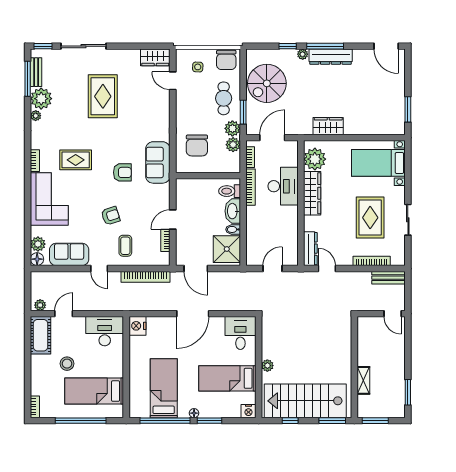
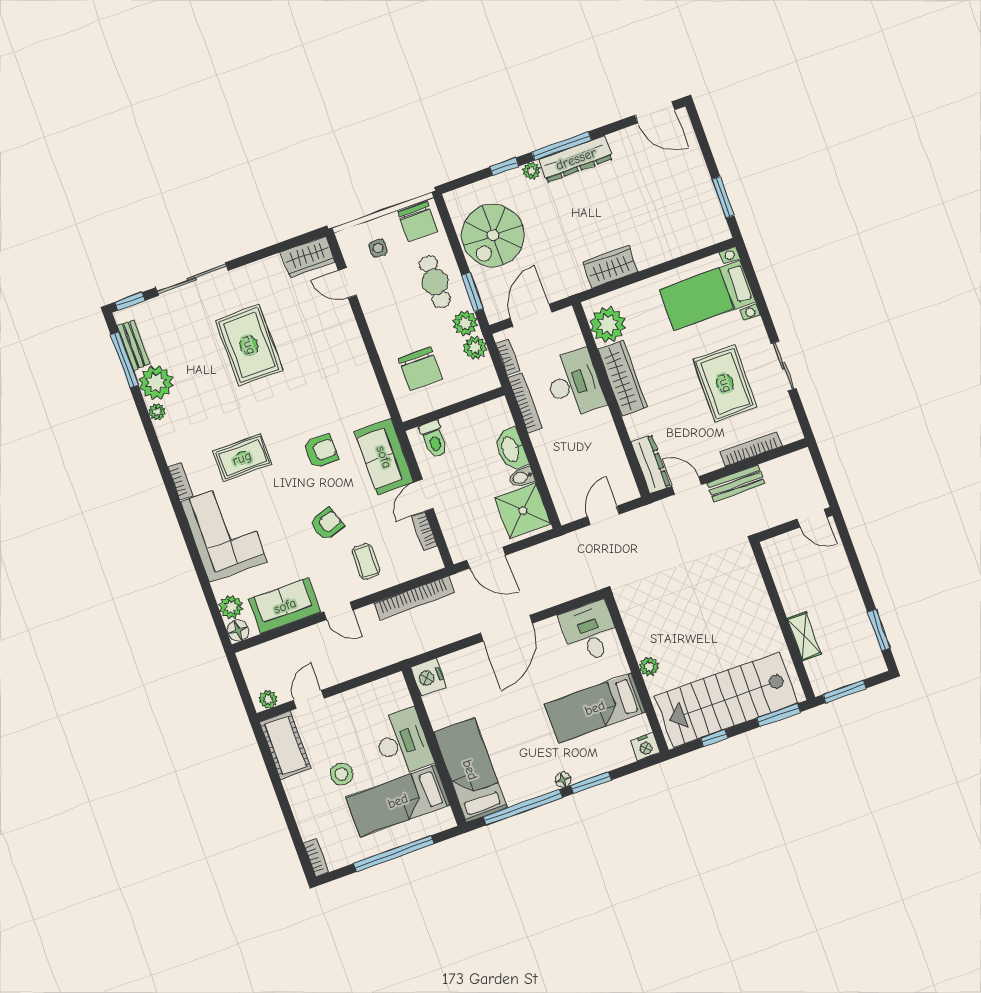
sofa: (158, 162) -> (384, 457), moved
toilet: (230, 191) -> (434, 439), moved, turned -90
bench: (388, 278) -> (736, 483), moved
desk: (105, 331) -> (402, 742), moved, turned 90
bed: (164, 388) -> (470, 770), moved

